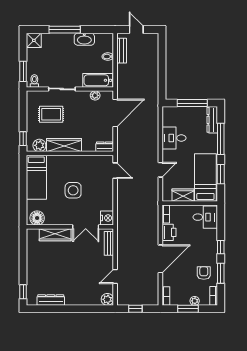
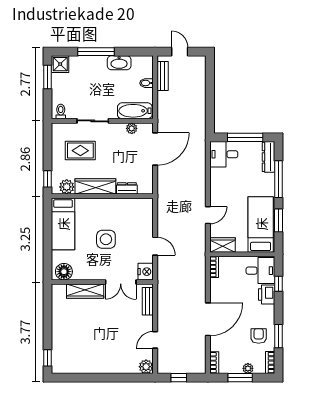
window: (23, 71) -> (47, 77), moved
desk: (174, 138) -> (224, 154), moved
dresser: (105, 147) -> (127, 188), moved
door: (115, 171) -> (155, 246), moved
wardrobe: (183, 195) -> (222, 245), moved
printer: (169, 232) -> (267, 294), moved, turned 180
window: (221, 247) -> (279, 284), moved
dresser: (51, 300) -> (80, 368), removed

